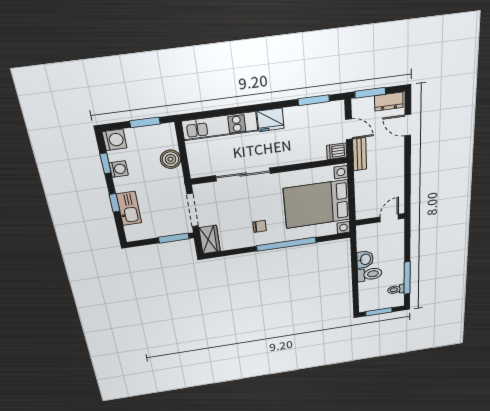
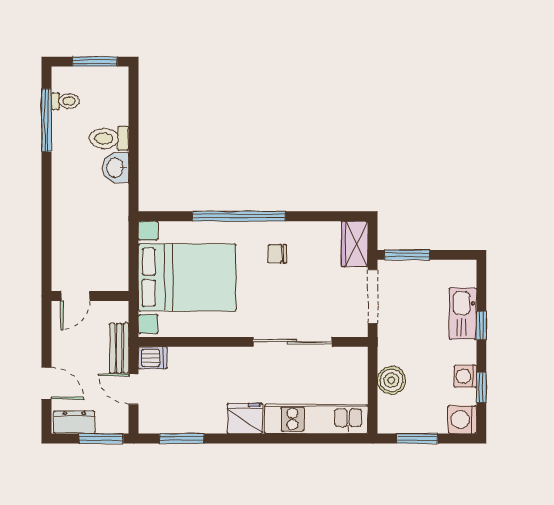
door: (389, 218) -> (75, 296), moved
wall: (380, 219) -> (90, 296), moved

